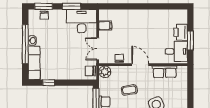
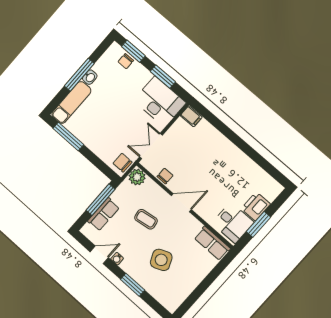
filing cabinet: (105, 26) -> (191, 116), moved
window: (25, 44) -> (79, 75), width x0.68
door: (140, 65) -> (181, 203), hinge flipped
row of seats: (165, 72) -> (212, 243), moved
window: (49, 83) -> (68, 137), width x2.17

